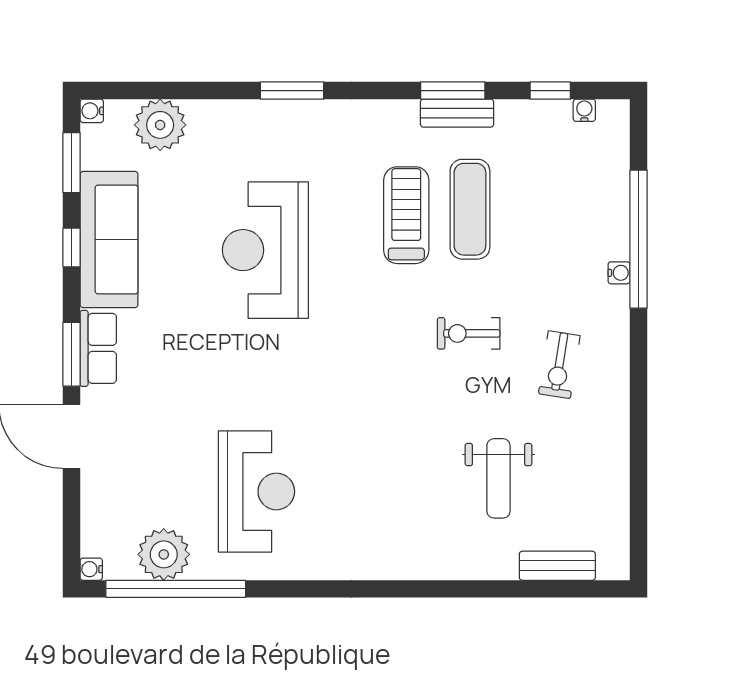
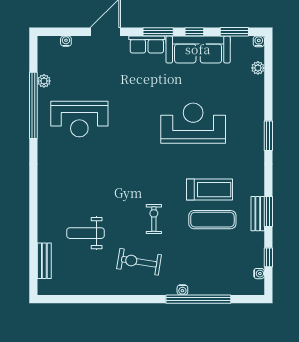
plant: (160, 125) -> (258, 68), width x0.53, depth x0.53
window: (72, 354) -> (158, 32), moved
exercise bike: (559, 365) -> (139, 262), width x1.38, depth x1.39
plant: (164, 554) -> (44, 81), width x0.53, depth x0.53
water cooler: (91, 569) -> (66, 41), moved
window: (176, 589) -> (33, 105), moved

